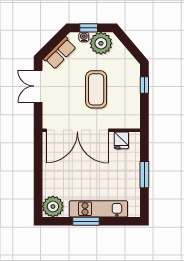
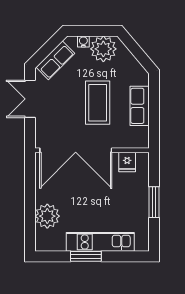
window: (89, 28) -> (89, 31), removed
window: (144, 85) -> (154, 98), removed
row of seats: (132, 92) -> (140, 106), added
plant: (53, 206) -> (47, 216), moved

